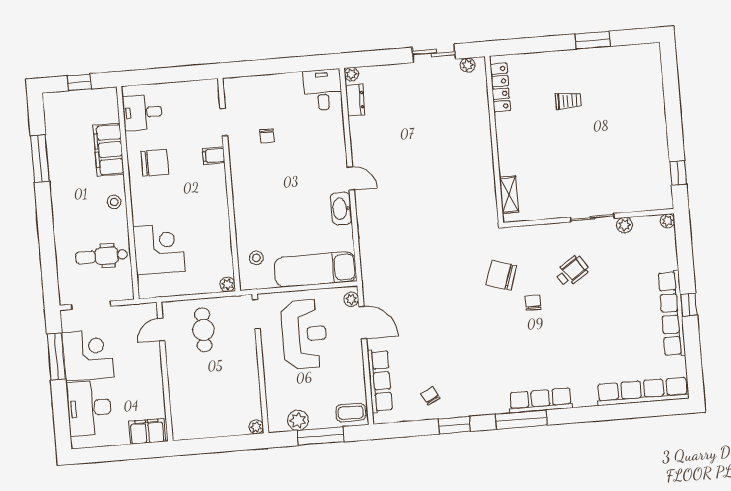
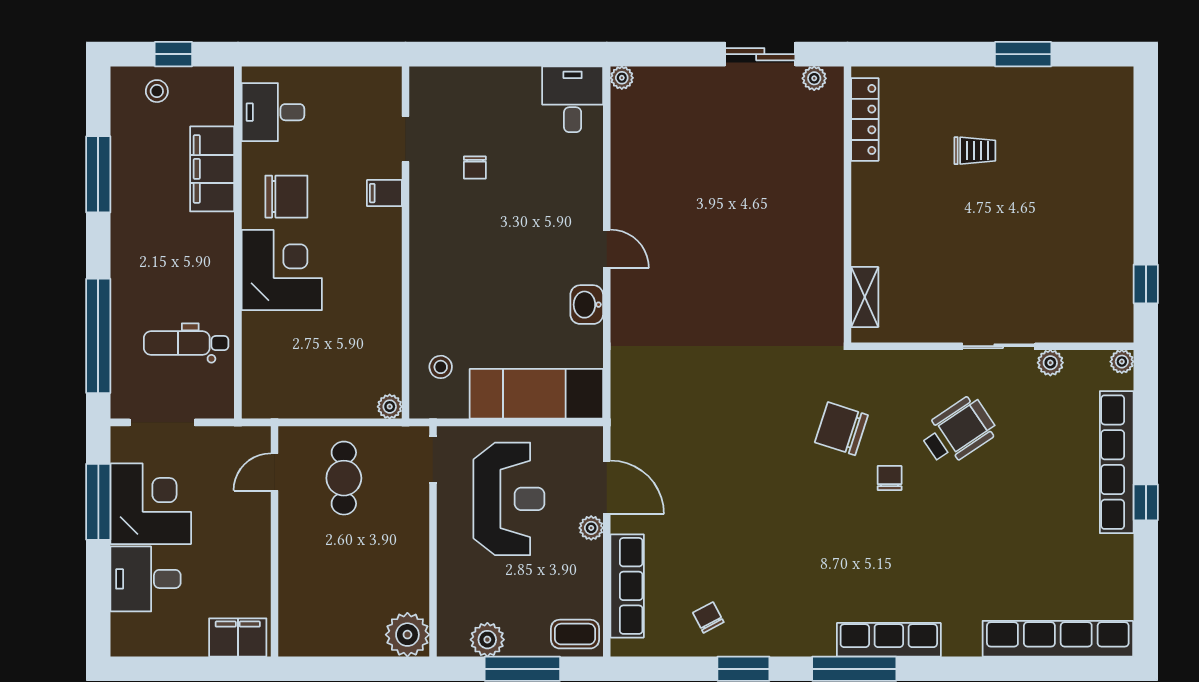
dresser: (355, 100) -> (625, 121), removed
stool: (114, 202) -> (157, 91), moved
washbasin: (341, 209) -> (587, 305), width x0.72
corner desk: (159, 249) -> (282, 270), moved
window: (48, 256) -> (98, 336), added
wheelchair: (572, 271) -> (958, 431), width x1.36, depth x1.37
plant: (351, 299) -> (591, 528), moved
row of seats: (672, 314) -> (1117, 462), moved
desk: (89, 408) -> (146, 579), width x0.73
plant: (256, 427) -> (407, 635), width x1.87, depth x1.87

